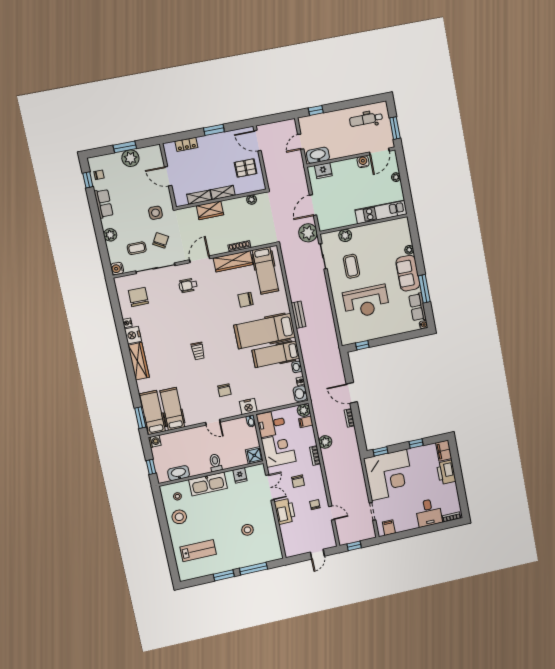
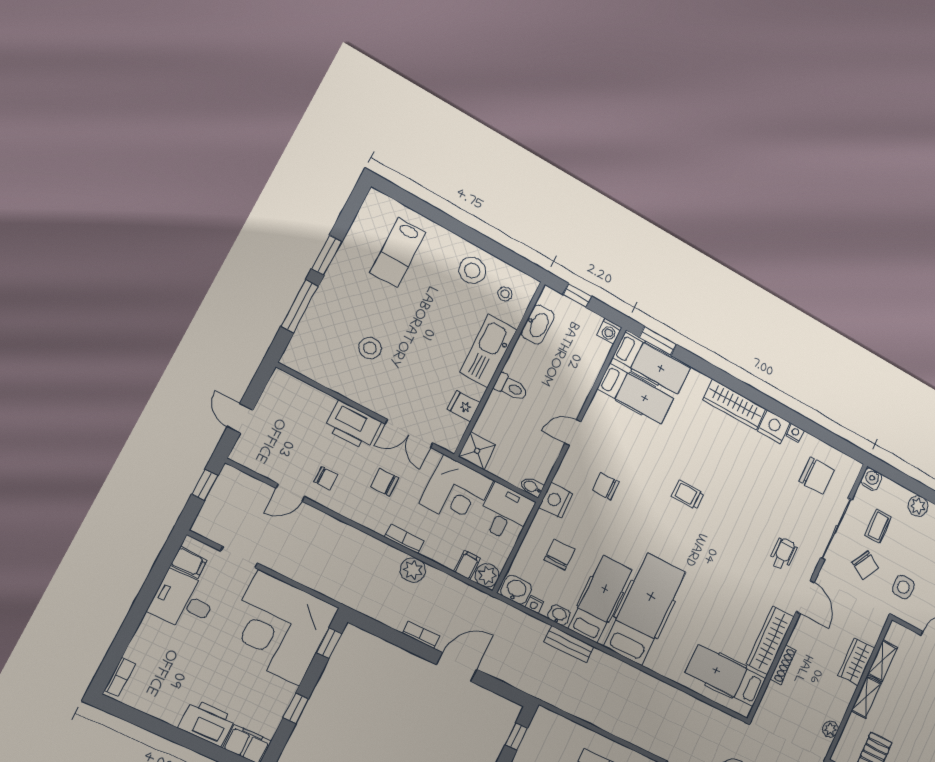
chair: (246, 300) -> (560, 555), moved
bench: (298, 315) -> (569, 644), moved
desk: (429, 513) -> (183, 601), moved

